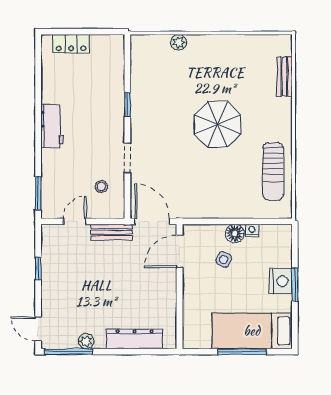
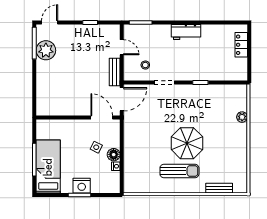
sun lounger: (273, 171) -> (179, 171), moved, turned 180
dresser: (135, 339) -> (43, 87), removed
plant: (86, 341) -> (46, 50), width x1.88, depth x1.88

